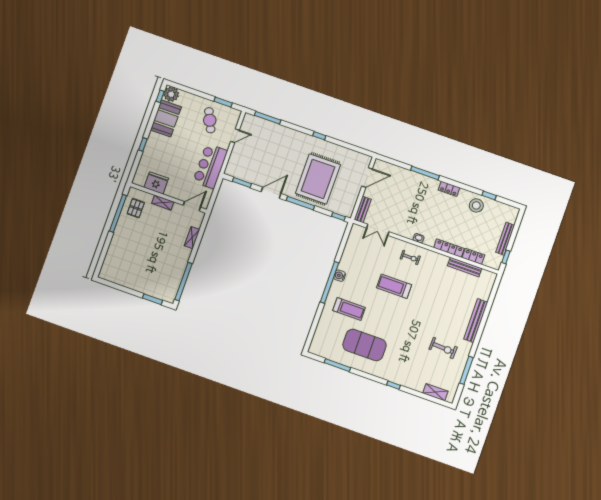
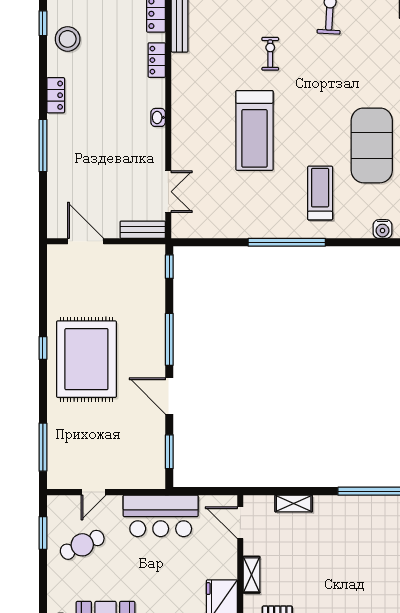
door: (235, 136) -> (94, 492), swing flipped
rug: (318, 179) -> (86, 359), moved, turned 90
locker: (449, 248) -> (157, 60), width x0.66
exercise bike: (410, 257) -> (270, 54), moved
water cooler: (340, 276) -> (382, 229), moved
treadmill: (394, 286) -> (254, 130), width x1.37, depth x1.38

